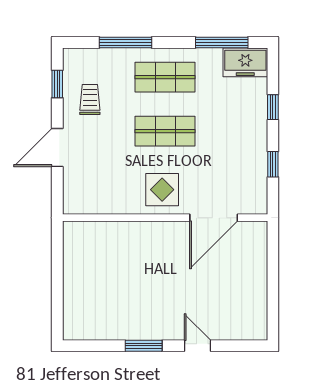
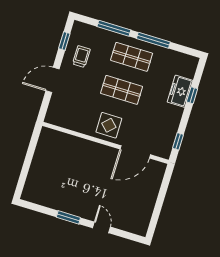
window: (222, 43) -> (153, 40), moved
freezer: (245, 62) -> (180, 91), moved, turned 90
window: (273, 164) -> (178, 141), moved

